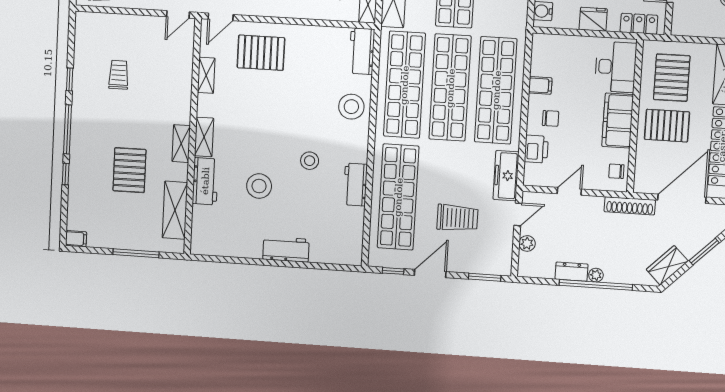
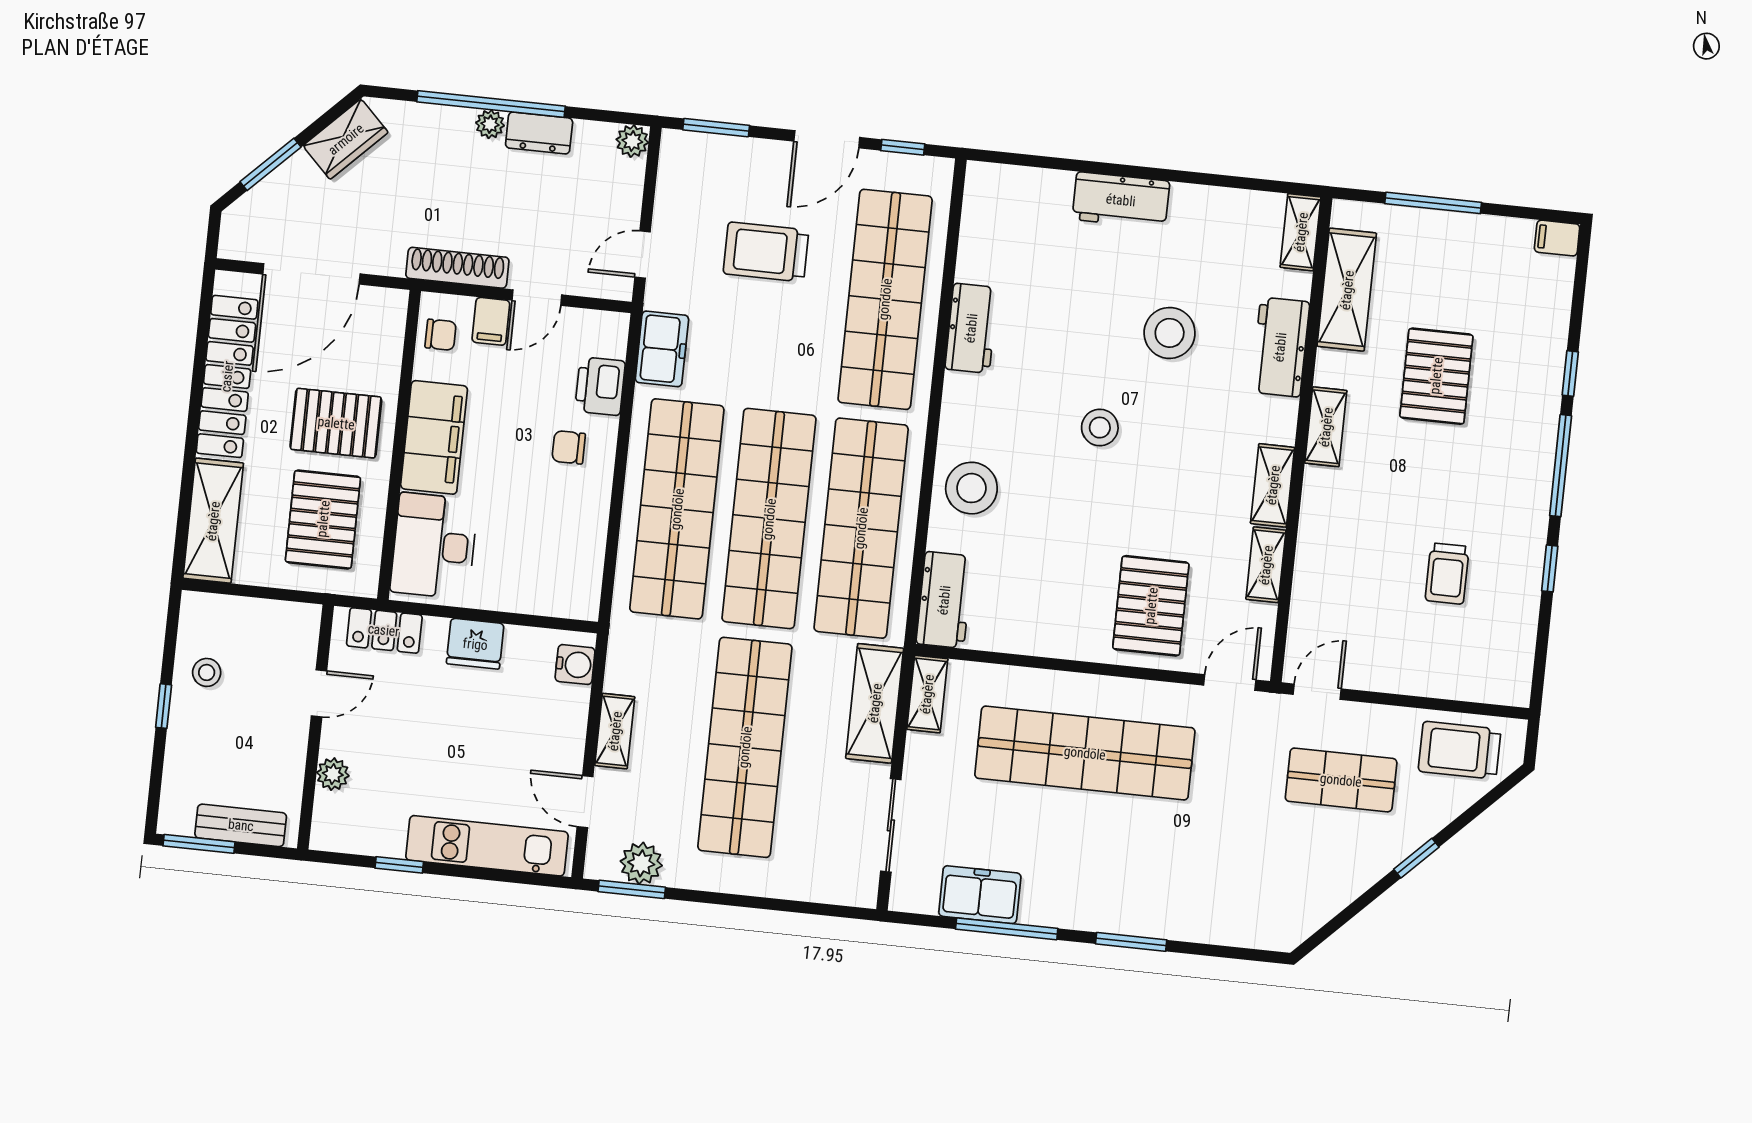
pallet: (261, 53) -> (1151, 606), turned 90
filing cabinet: (540, 85) -> (491, 321), moved, turned -90
shelving: (204, 137) -> (1273, 485), moved
stool: (310, 161) -> (1100, 428), moved
freezer: (506, 176) -> (662, 349), width x0.71
shoe rack: (630, 206) -> (457, 268), moved
shelving: (199, 237) -> (1301, 232), added
plant: (527, 243) -> (632, 141), moved

